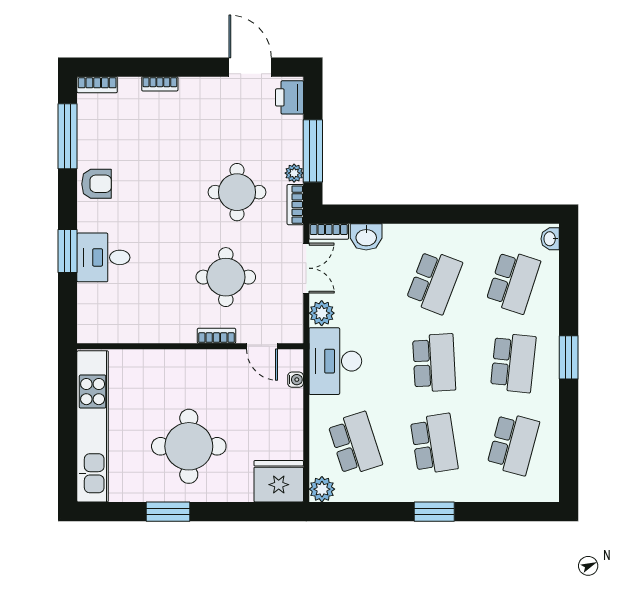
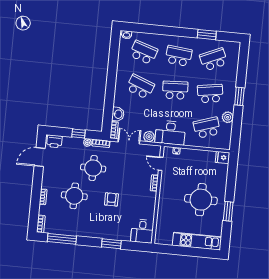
window: (313, 151) -> (79, 134), width x0.46
armchair: (97, 184) -> (111, 199), moved
desk: (103, 257) -> (142, 231), moved
round table: (226, 277) -> (74, 196), moved
door: (262, 346) -> (161, 164), swing flipped
window: (569, 357) -> (207, 35), moved
kitchen unit: (93, 426) -> (197, 241), width x0.73
school desk: (513, 444) -> (214, 59), turned -39
fridge: (279, 481) -> (223, 157), width x0.53, depth x0.75
plant: (322, 489) -> (228, 117), moved

